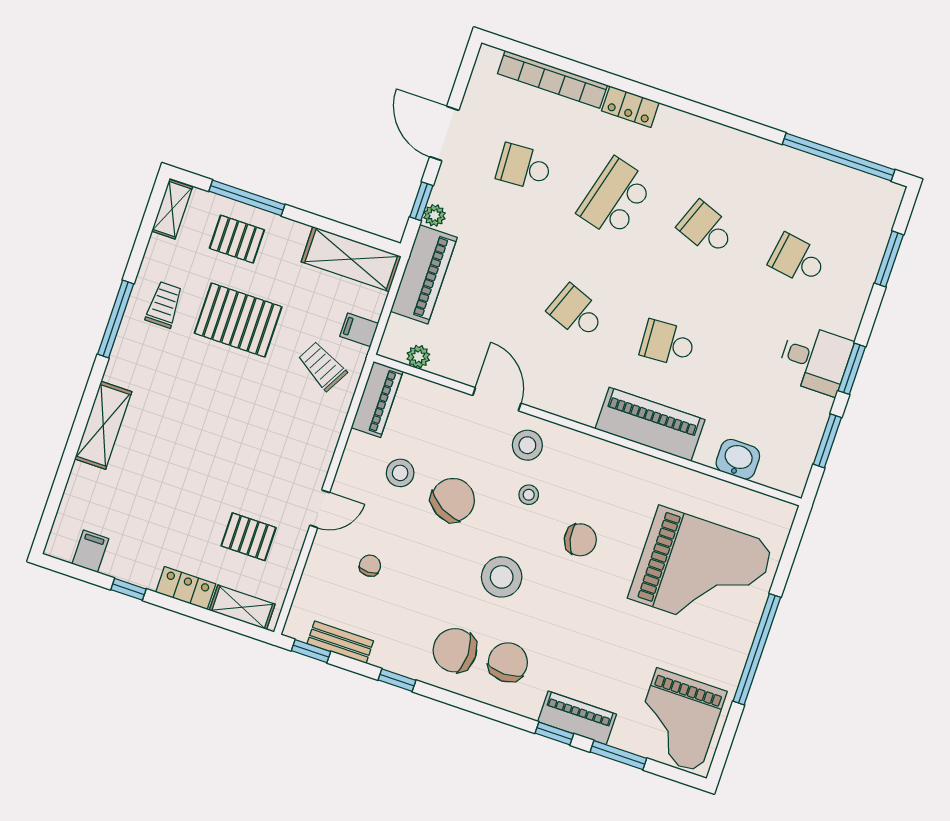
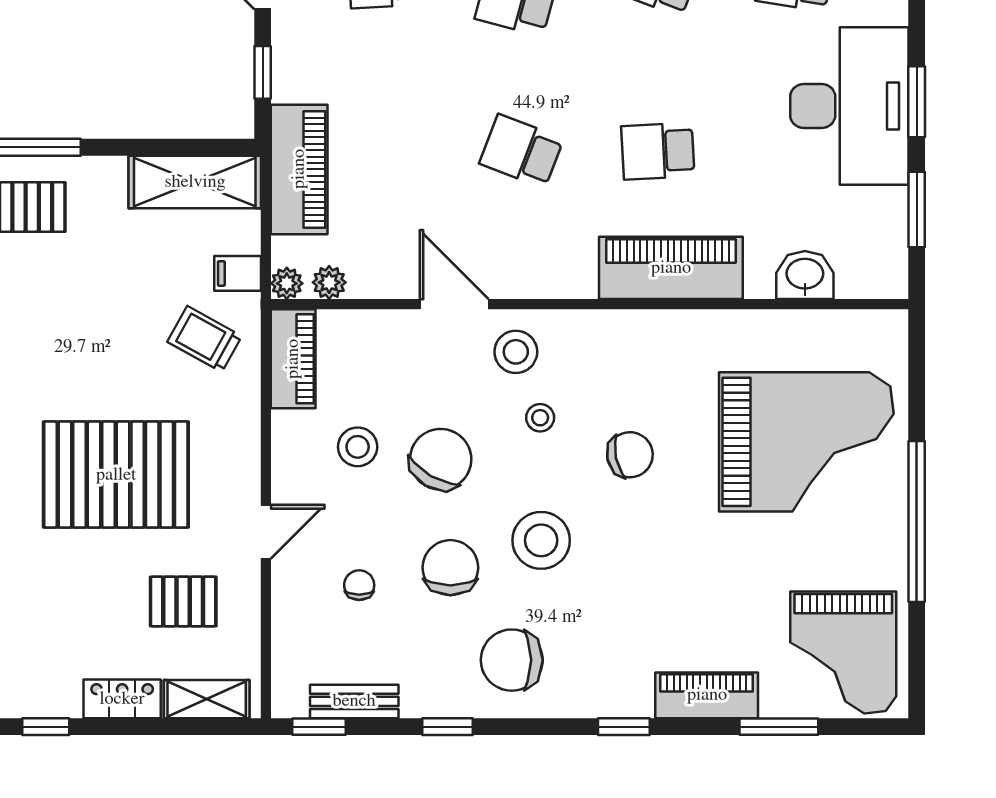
plant: (434, 215) -> (287, 283), moved
pallet: (238, 320) -> (116, 475), moved, width x1.37, depth x1.41
desk: (815, 359) -> (849, 106), width x1.87, depth x1.30
chair: (508, 662) -> (450, 568), moved
window: (554, 733) -> (624, 727), moved

